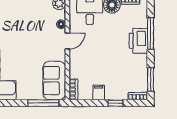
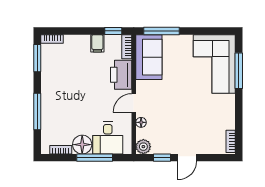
printer: (138, 41) -> (121, 75), moved, turned 180
window: (116, 103) -> (113, 31), moved

